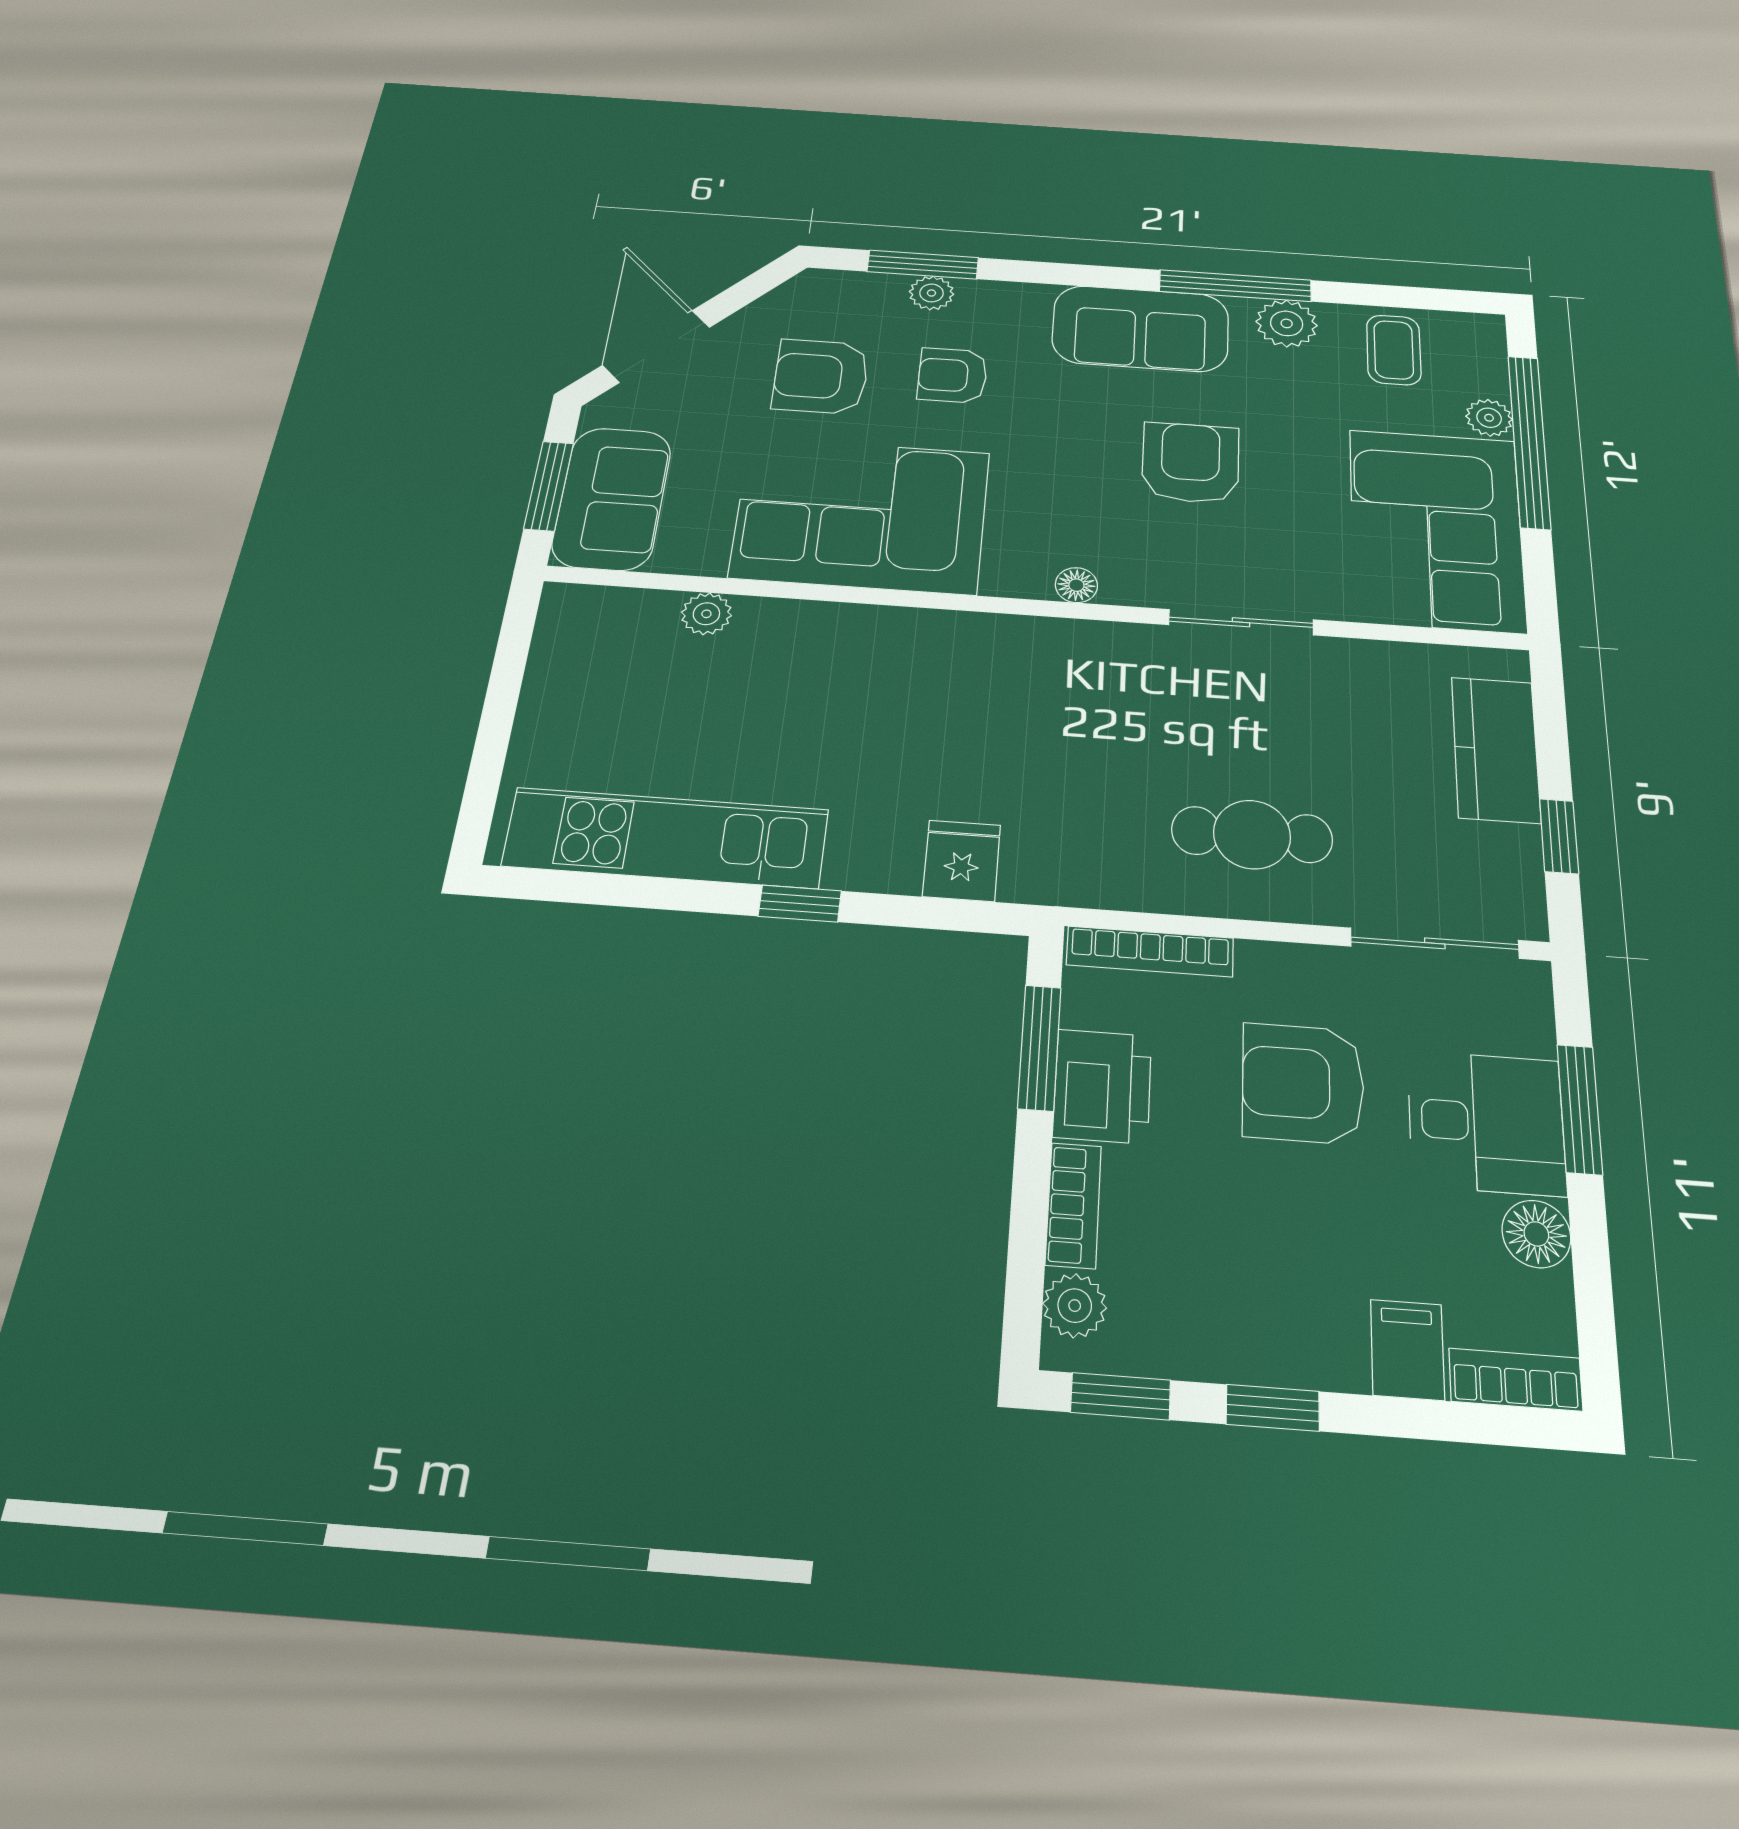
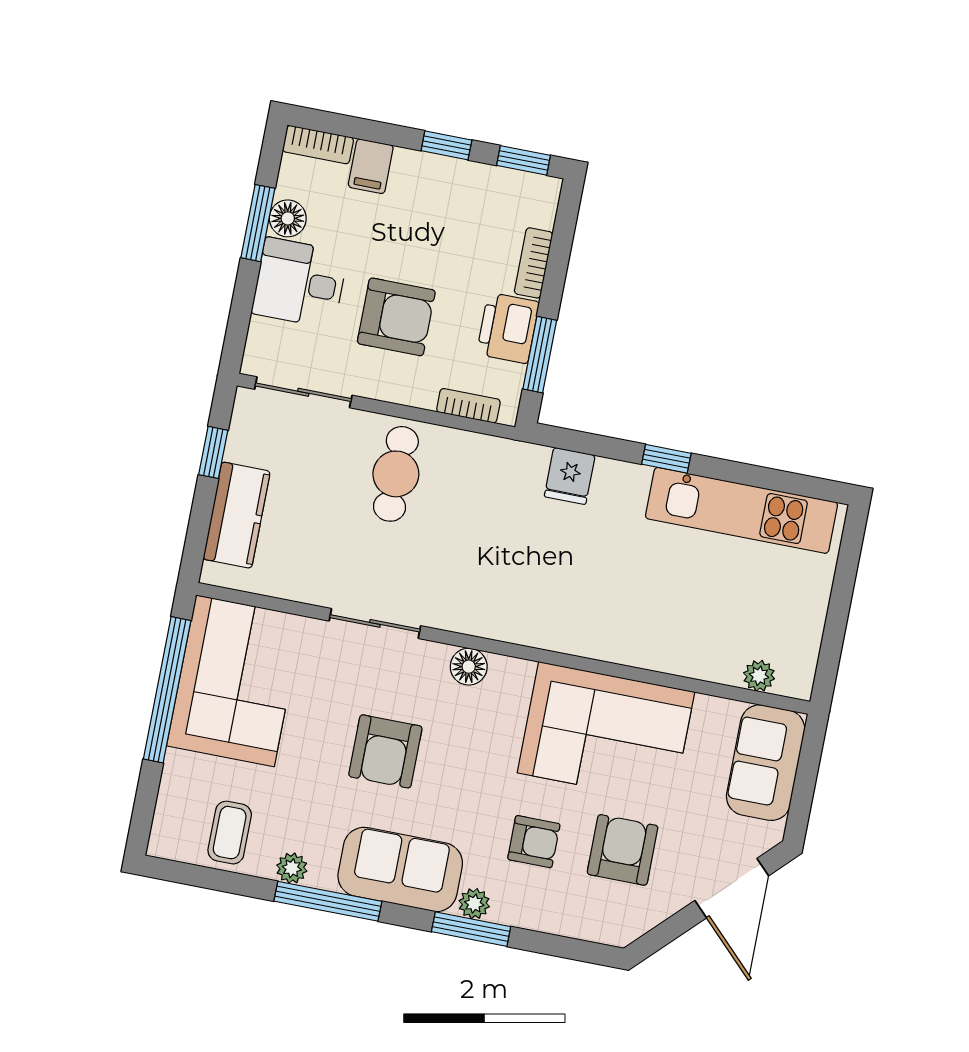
window: (923, 265) -> (471, 929), moved
plant: (932, 293) -> (474, 904), moved
plant: (1287, 323) -> (292, 868), width x0.73, depth x0.73
armchair: (821, 377) -> (623, 850), turned -90
plant: (1489, 418) -> (178, 768), removed
window: (1529, 441) -> (167, 690), moved
window: (549, 486) -> (806, 777), removed
floor lamp: (1076, 585) -> (469, 667), width x1.37, depth x1.37
plant: (706, 614) -> (759, 676), moved
cafe table: (1252, 835) -> (396, 474), turned 90
bookcase: (1150, 951) -> (468, 406), width x0.64
window: (1580, 1109) -> (258, 223), moved
plant: (1075, 1306) -> (540, 209), removed

